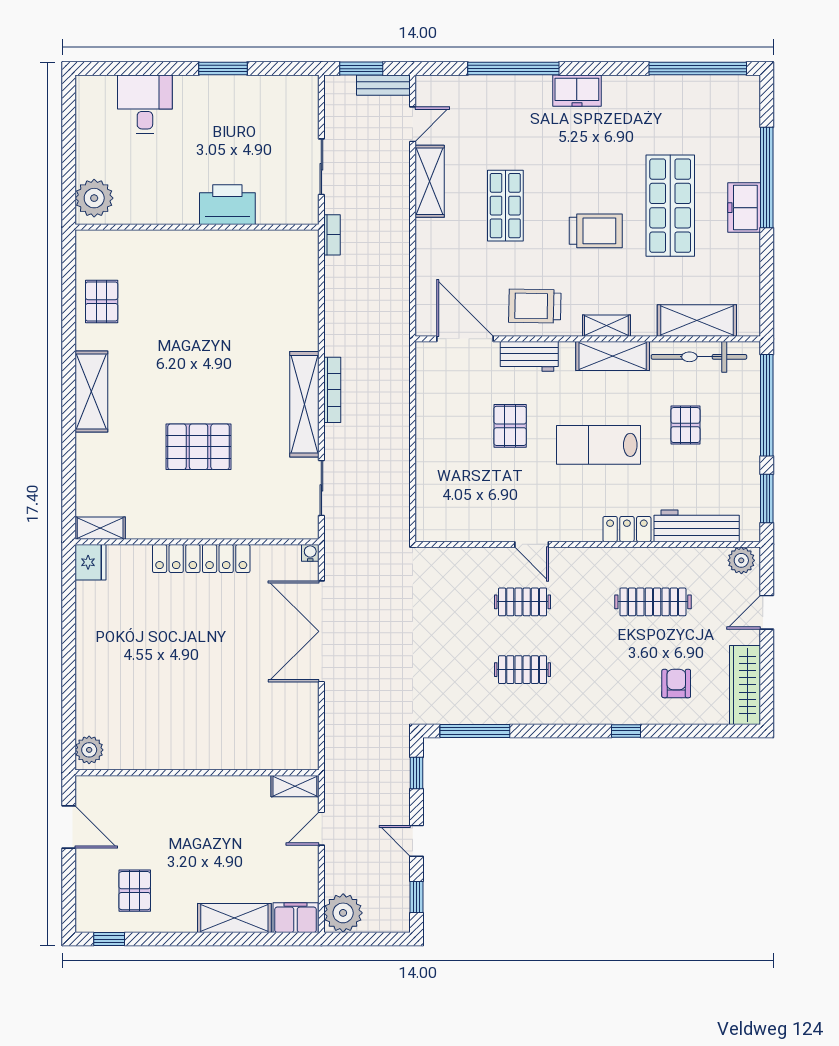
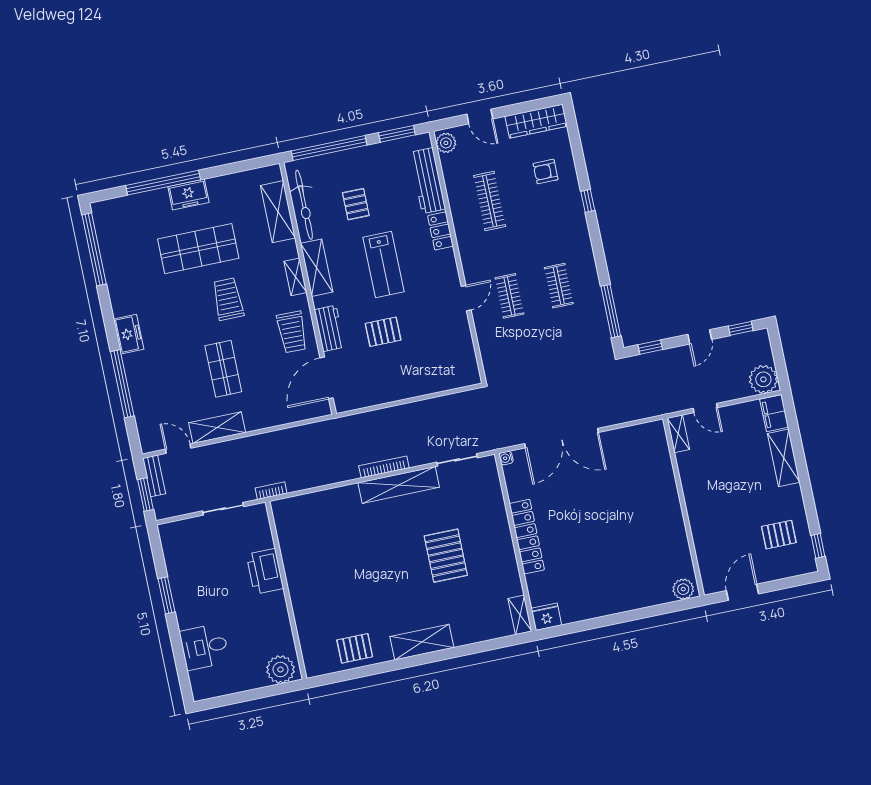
shop shelf: (505, 206) -> (223, 369), turned 90
pallet: (685, 425) -> (356, 204), turned 90

